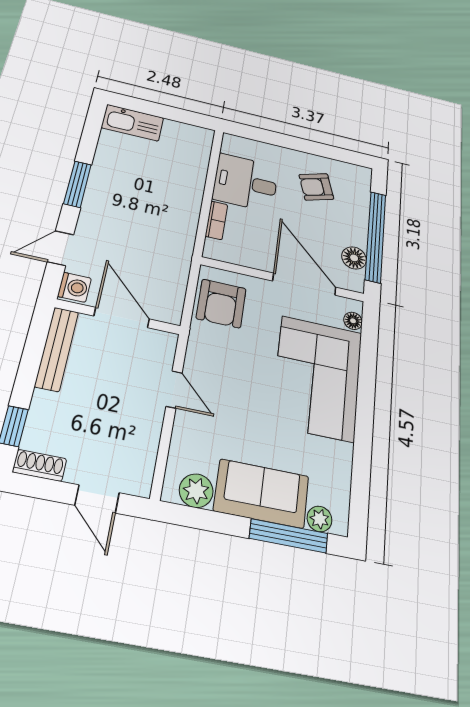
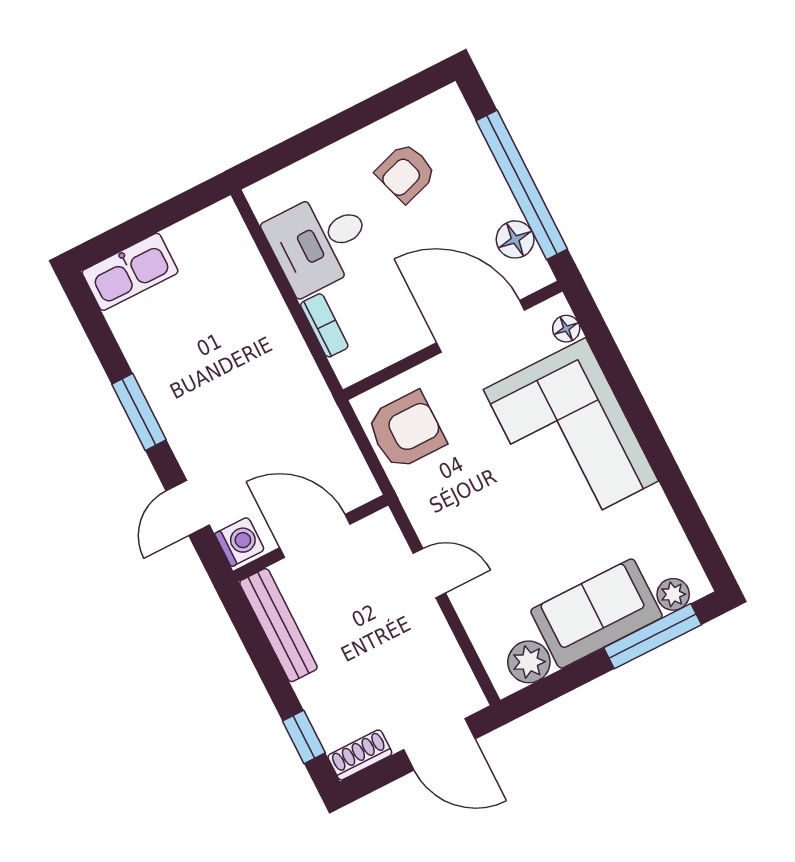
armchair: (221, 303) -> (406, 430), turned -90
door: (97, 499) -> (439, 744), width x1.38

